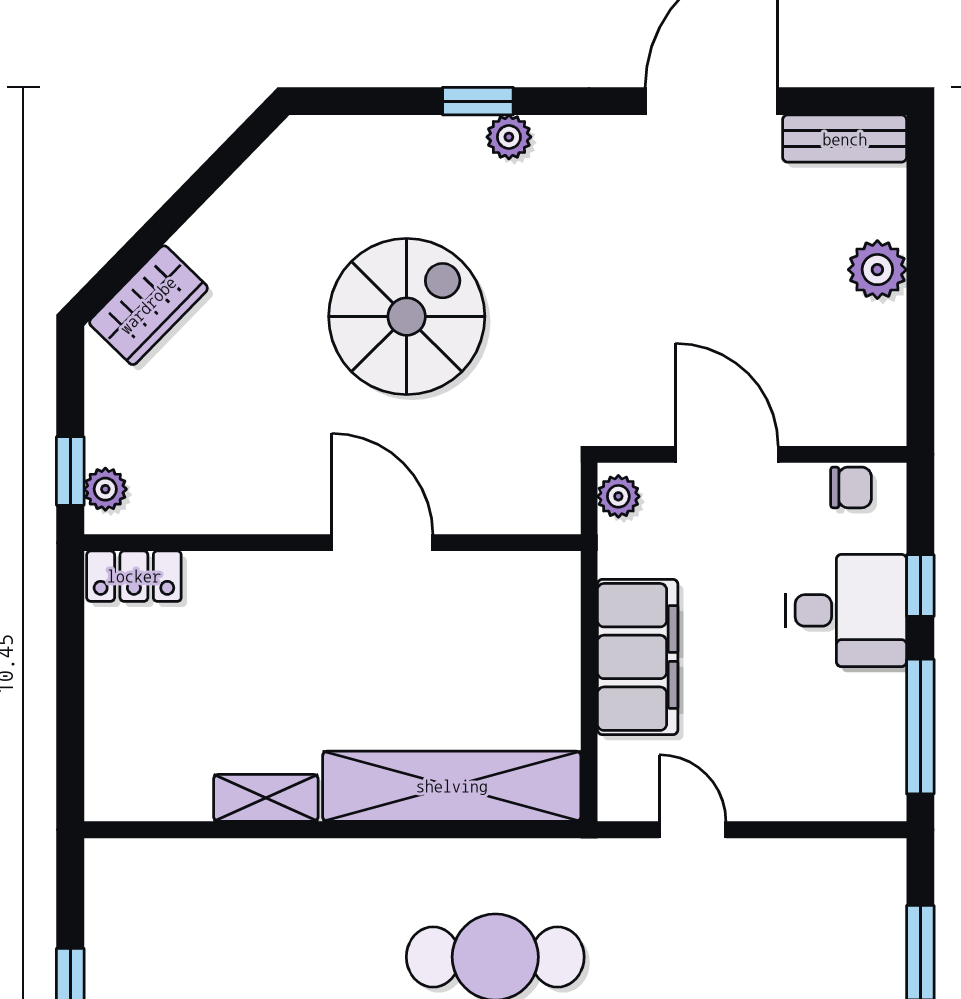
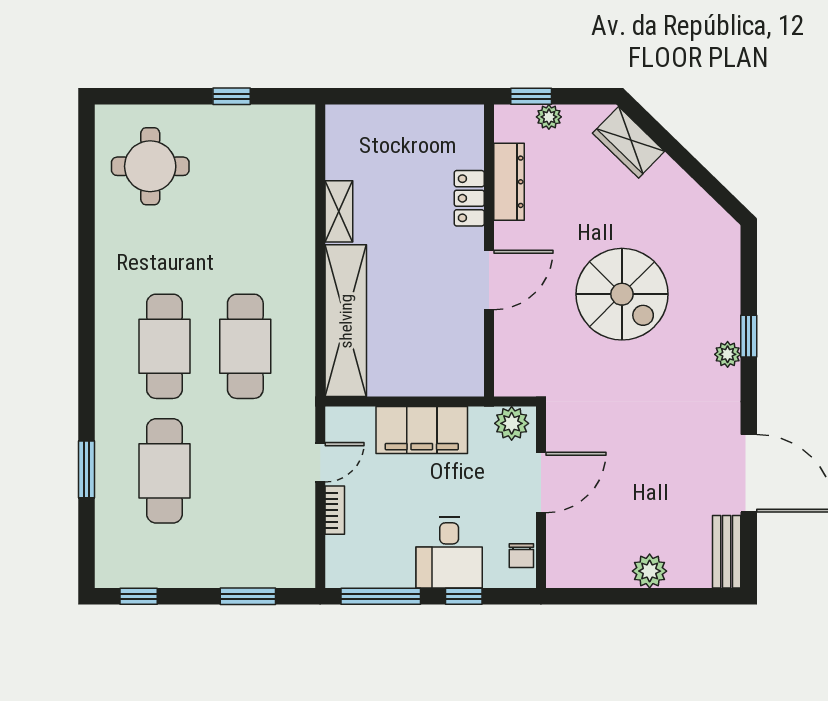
plant: (105, 489) -> (549, 117), moved
plant: (618, 496) -> (512, 423), width x1.38, depth x1.38
dresser: (216, 509) -> (509, 182), added
locker: (134, 576) -> (469, 198), moved
bookcase: (774, 805) -> (335, 510), added

